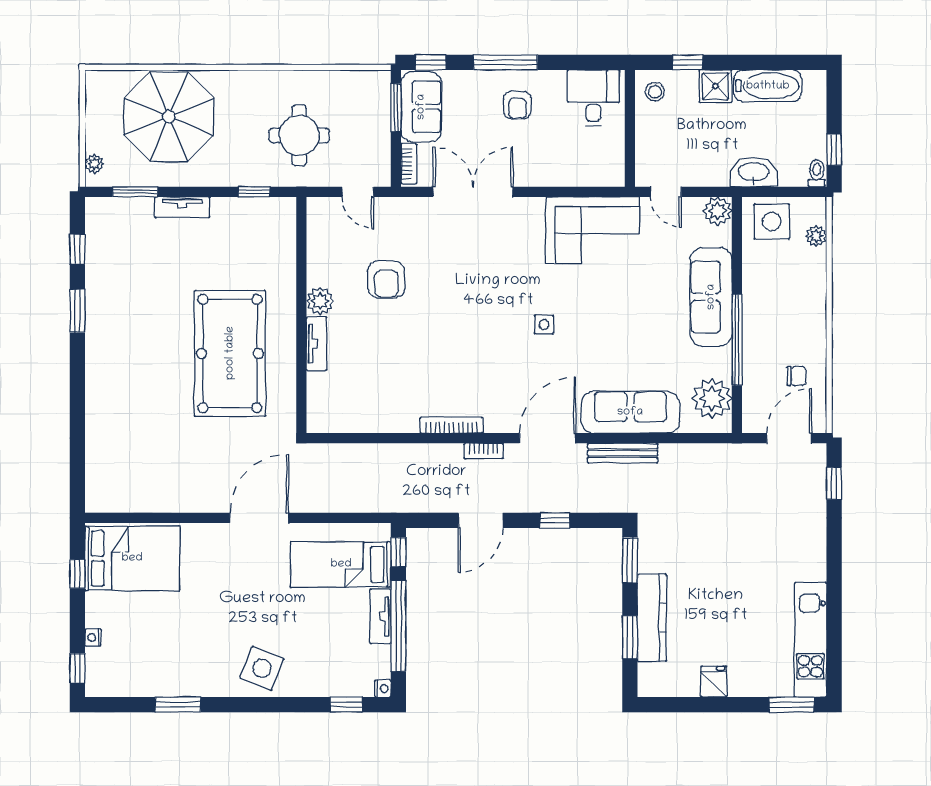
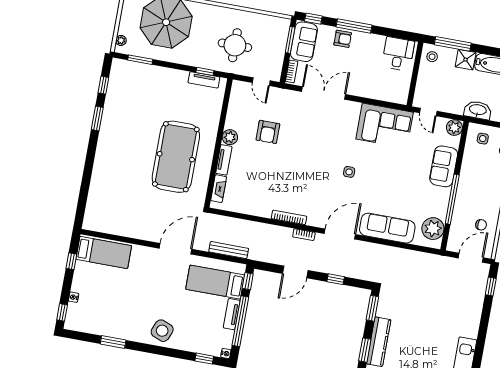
window: (688, 62) -> (453, 44), width x2.17
armchair: (517, 105) -> (343, 39), moved, turned -90
tv unit: (182, 207) -> (204, 80), moved
side table: (772, 222) -> (483, 139), width x0.54, depth x0.54
sofa: (711, 297) -> (444, 166), width x0.73
fireplace: (317, 397) -> (219, 189), added
bench: (623, 453) -> (229, 250), moved
bed: (132, 558) -> (104, 252), width x0.67

